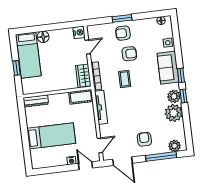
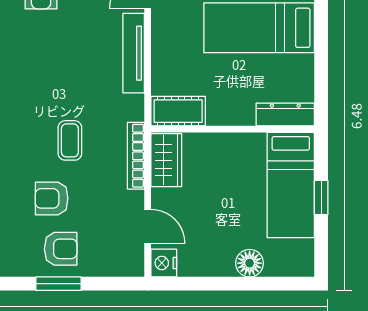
door: (88, 47) -> (148, 226), swing flipped
bed: (29, 55) -> (291, 185), moved, turned 180
tv unit: (101, 107) -> (134, 53), moved

